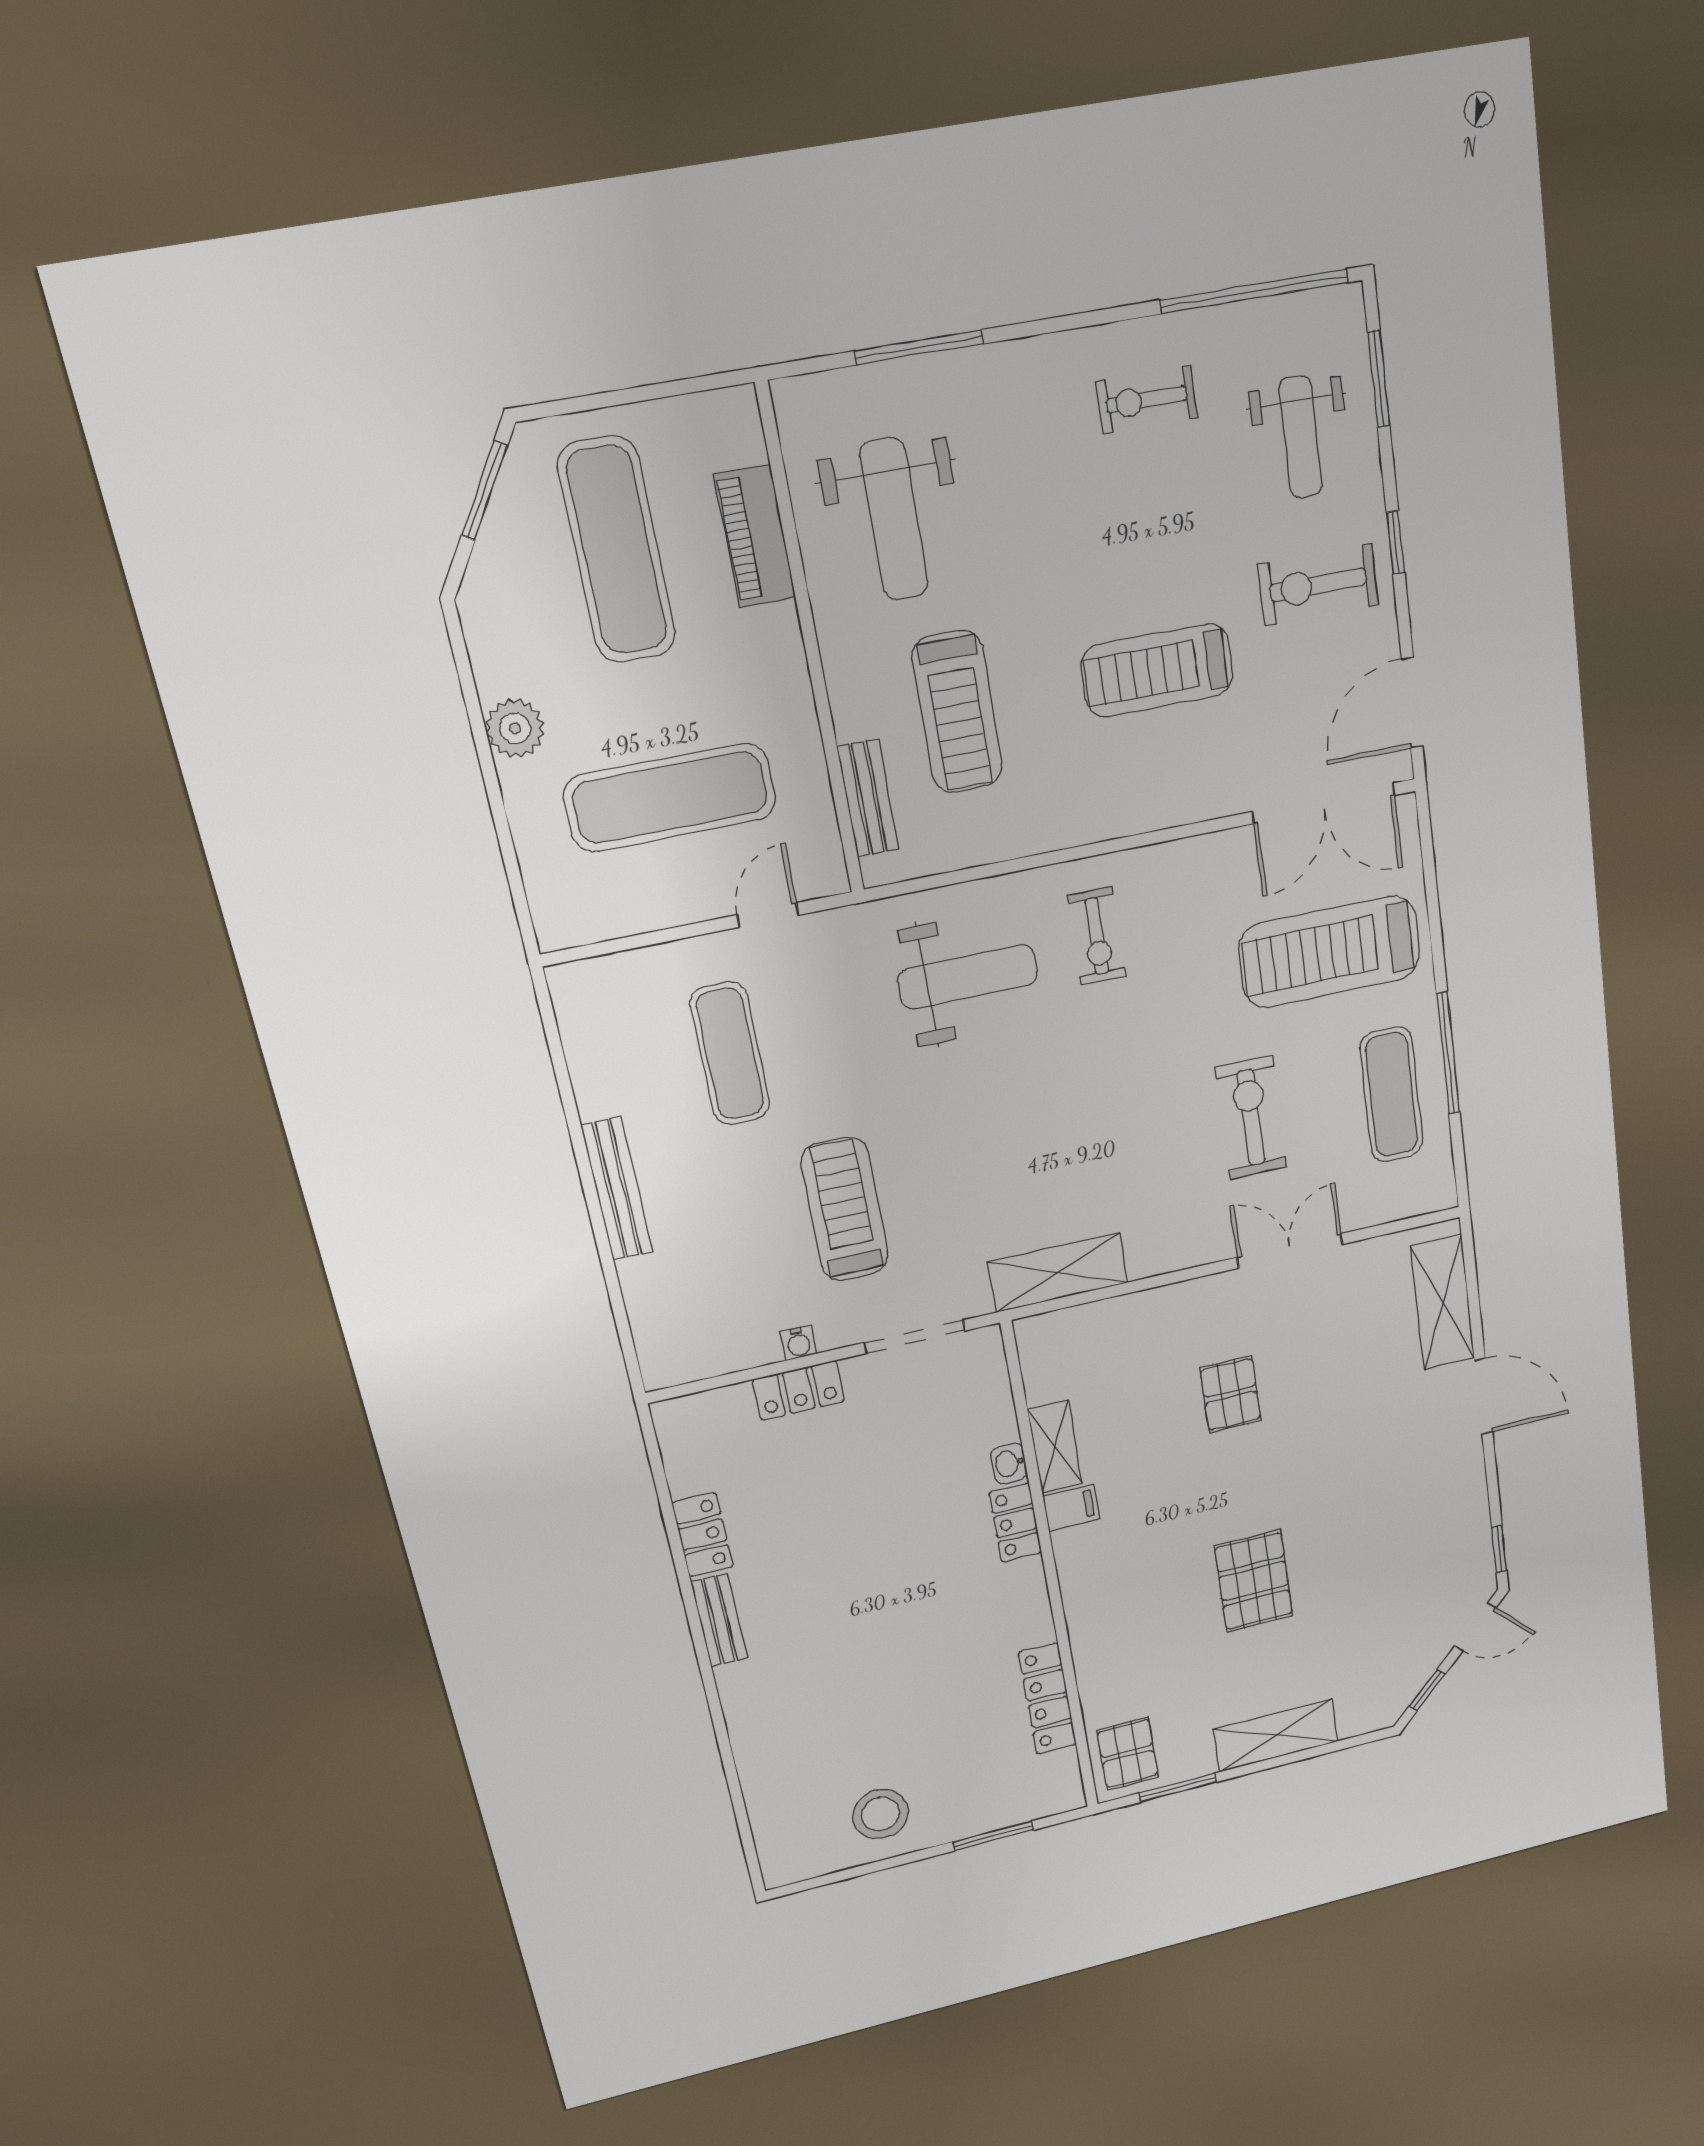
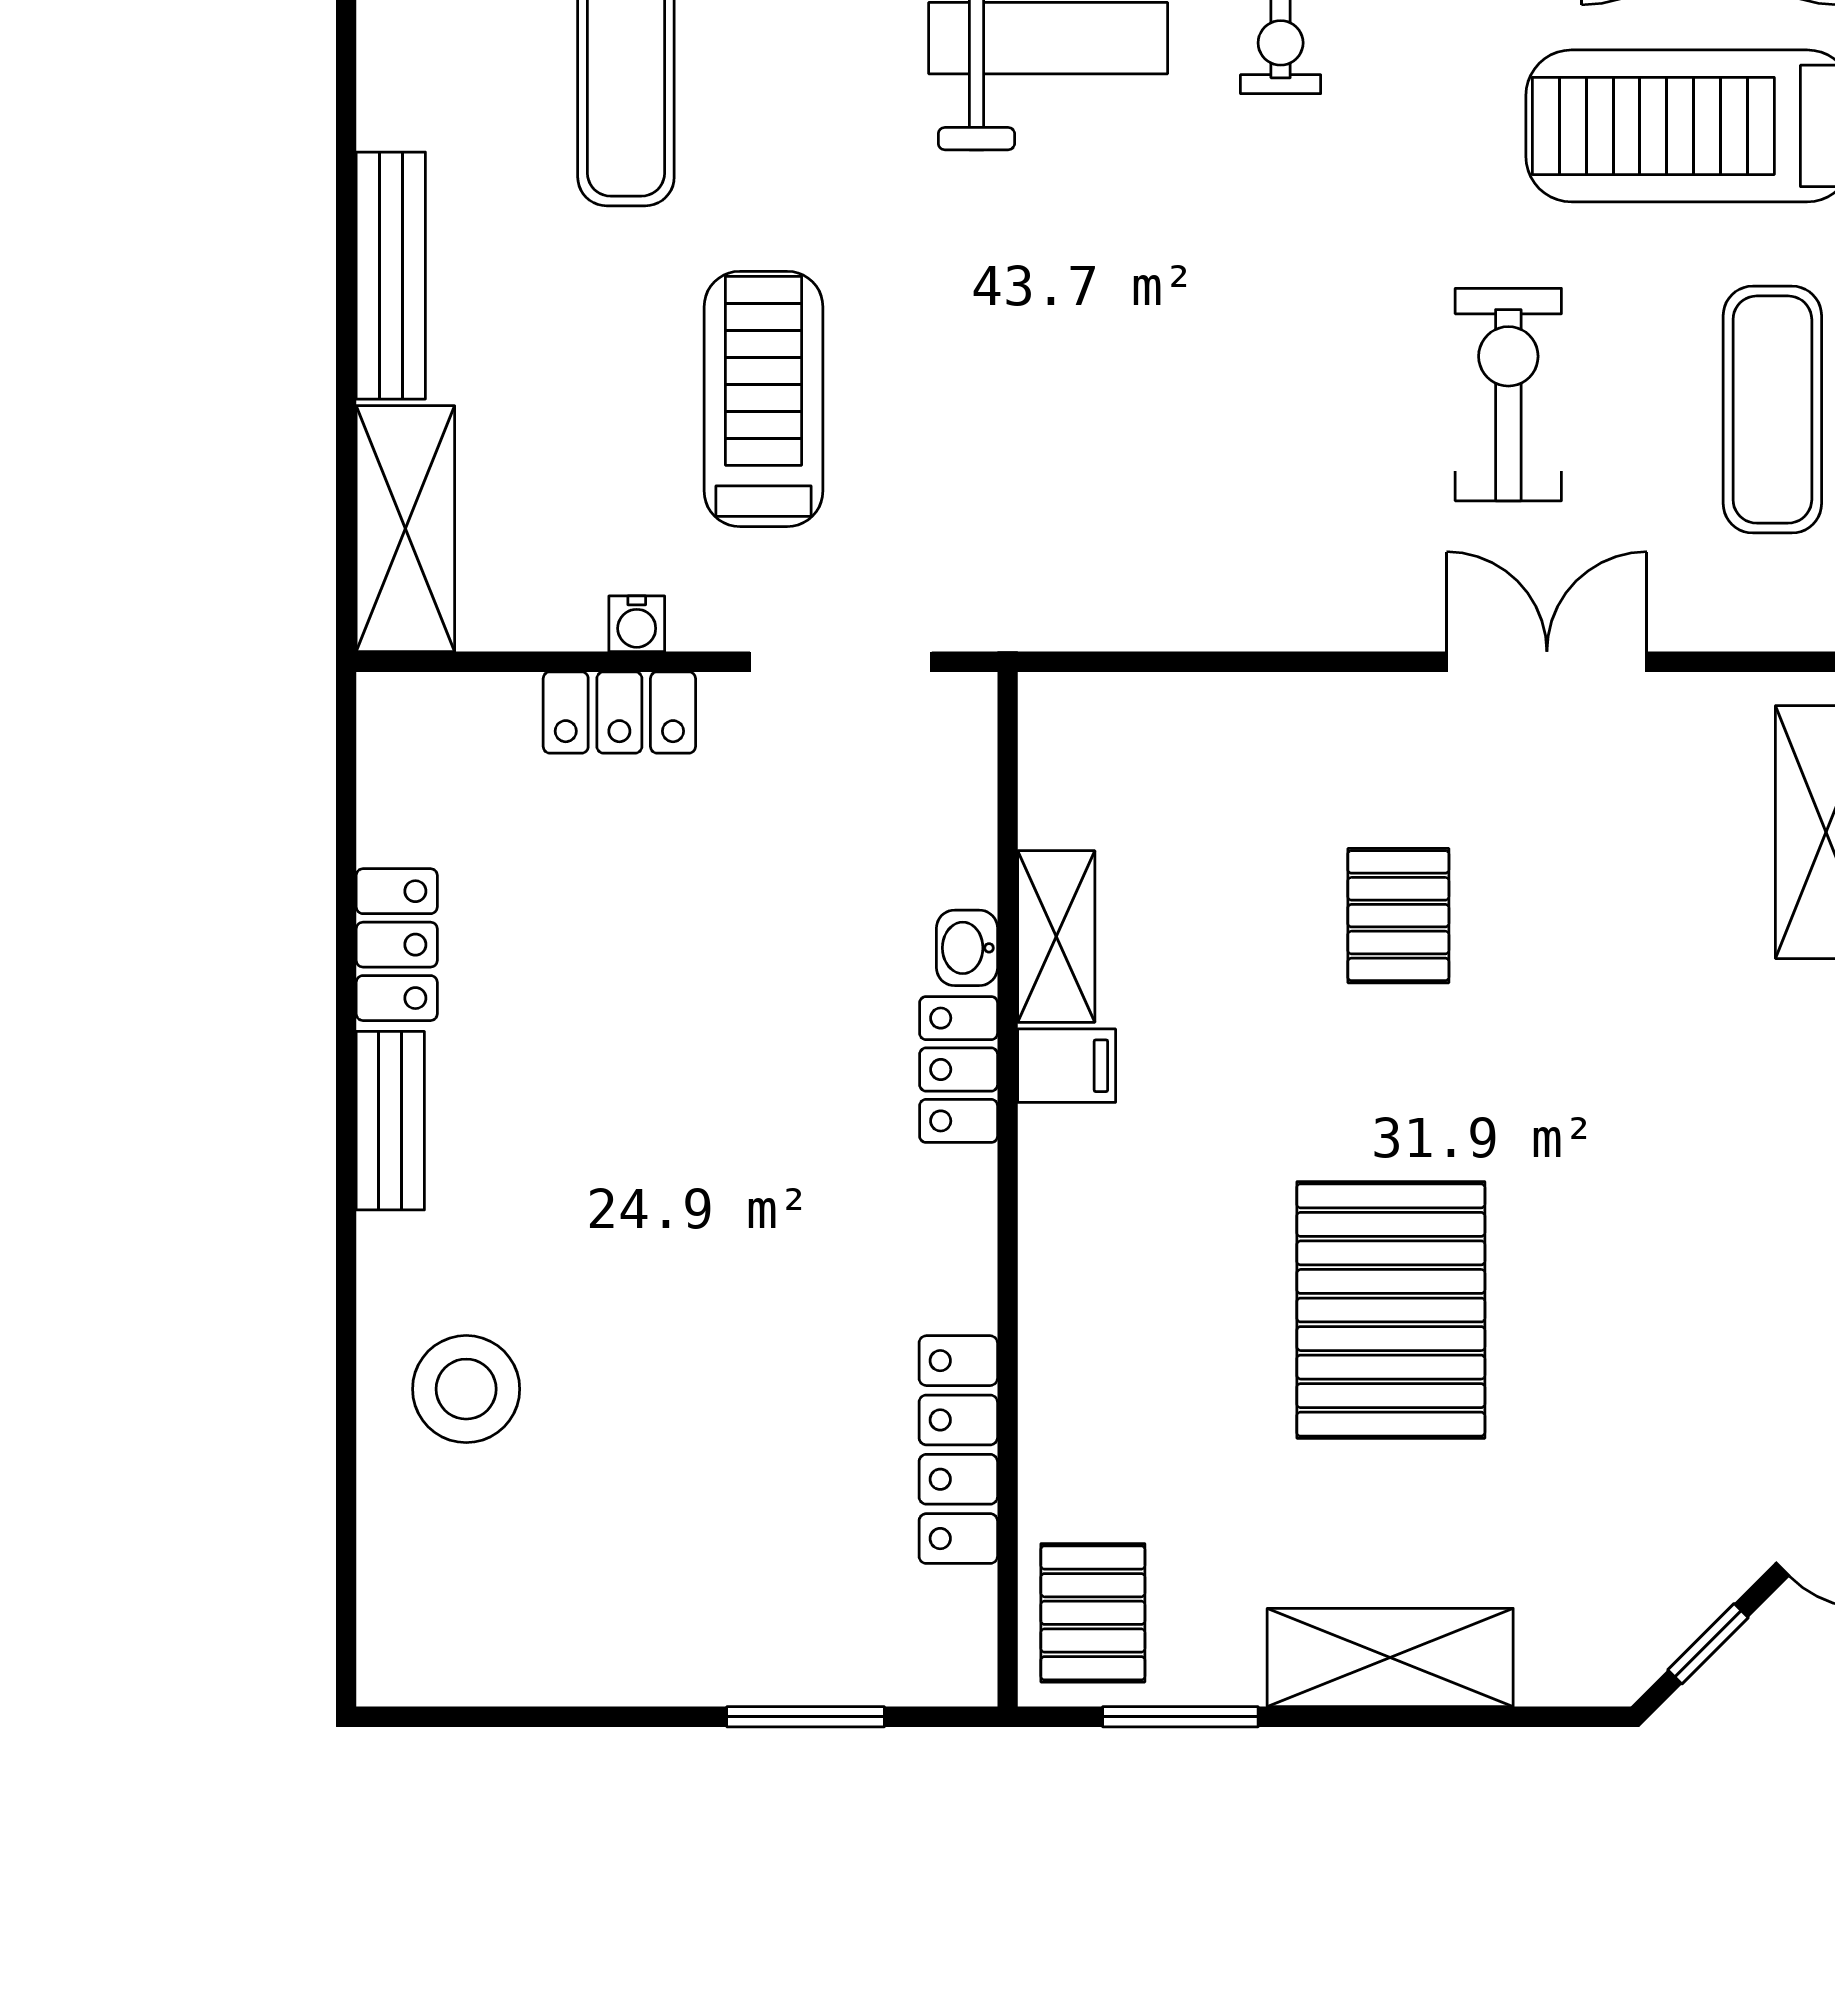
shelving: (1058, 1272) -> (405, 529), moved, turned 90
pallet: (1254, 1581) -> (1391, 1310), width x1.37, depth x1.41
stool: (880, 1814) -> (466, 1389), moved

